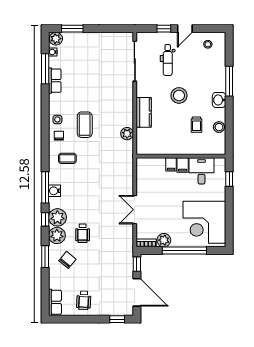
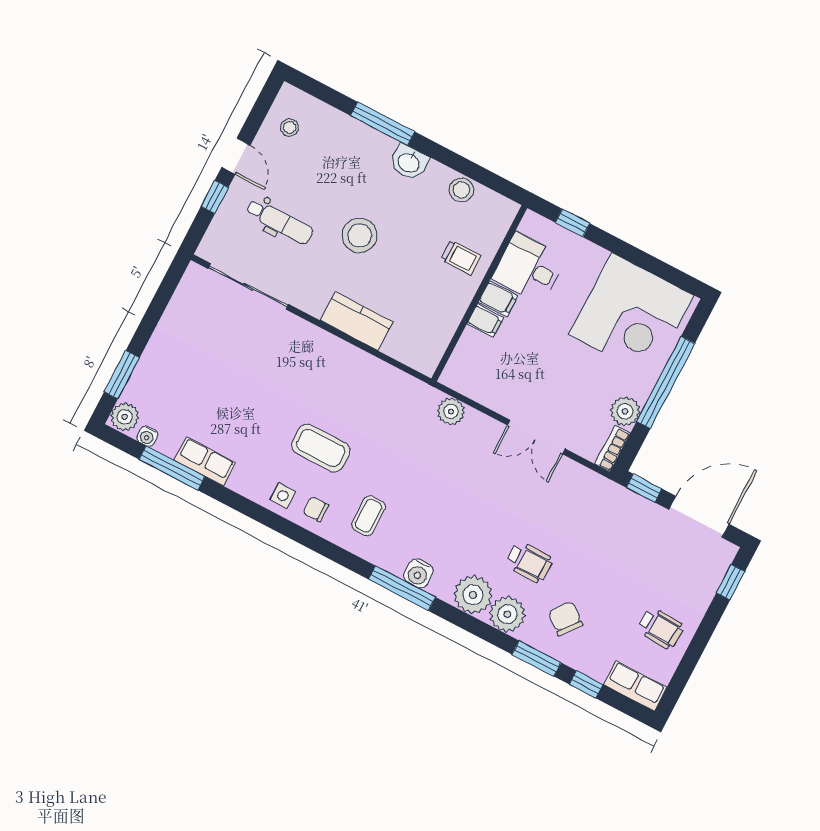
trolley: (197, 125) -> (461, 257), moved
plant: (127, 134) -> (451, 411), moved
window: (45, 219) -> (586, 684), moved

